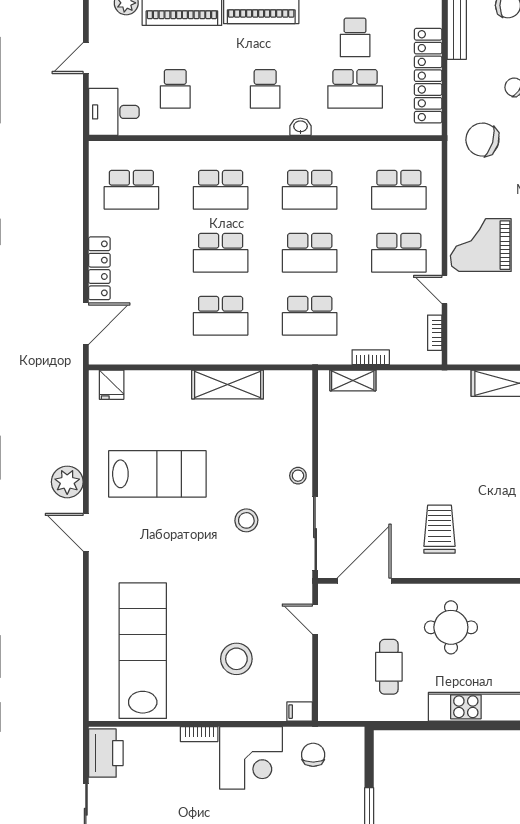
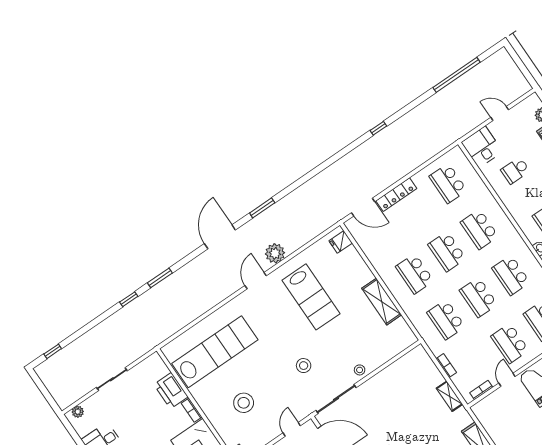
shelving: (353, 380) -> (450, 396), moved
stool: (246, 520) -> (304, 366), moved
printer: (106, 753) -> (171, 391), moved, turned 90

